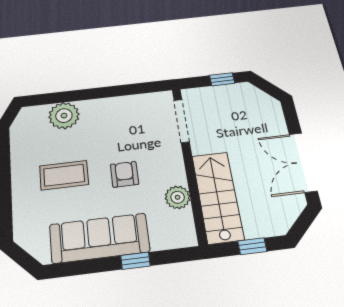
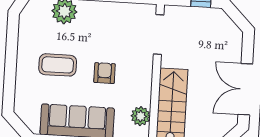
plant: (178, 197) -> (141, 116), moved

